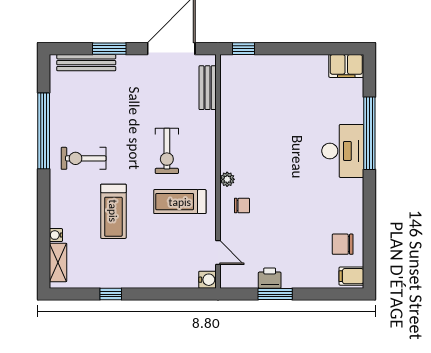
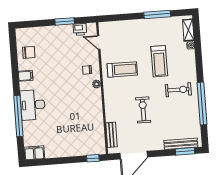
window: (109, 49) -> (185, 151), moved
exercise bike: (167, 151) -> (143, 110), moved
treadmill: (113, 211) -> (159, 61), turned 180
filing cabinet: (351, 276) -> (26, 76), moved
printer: (270, 278) -> (80, 29), moved
water cooler: (207, 280) -> (103, 27), removed
window: (111, 294) -> (157, 14), width x2.17

